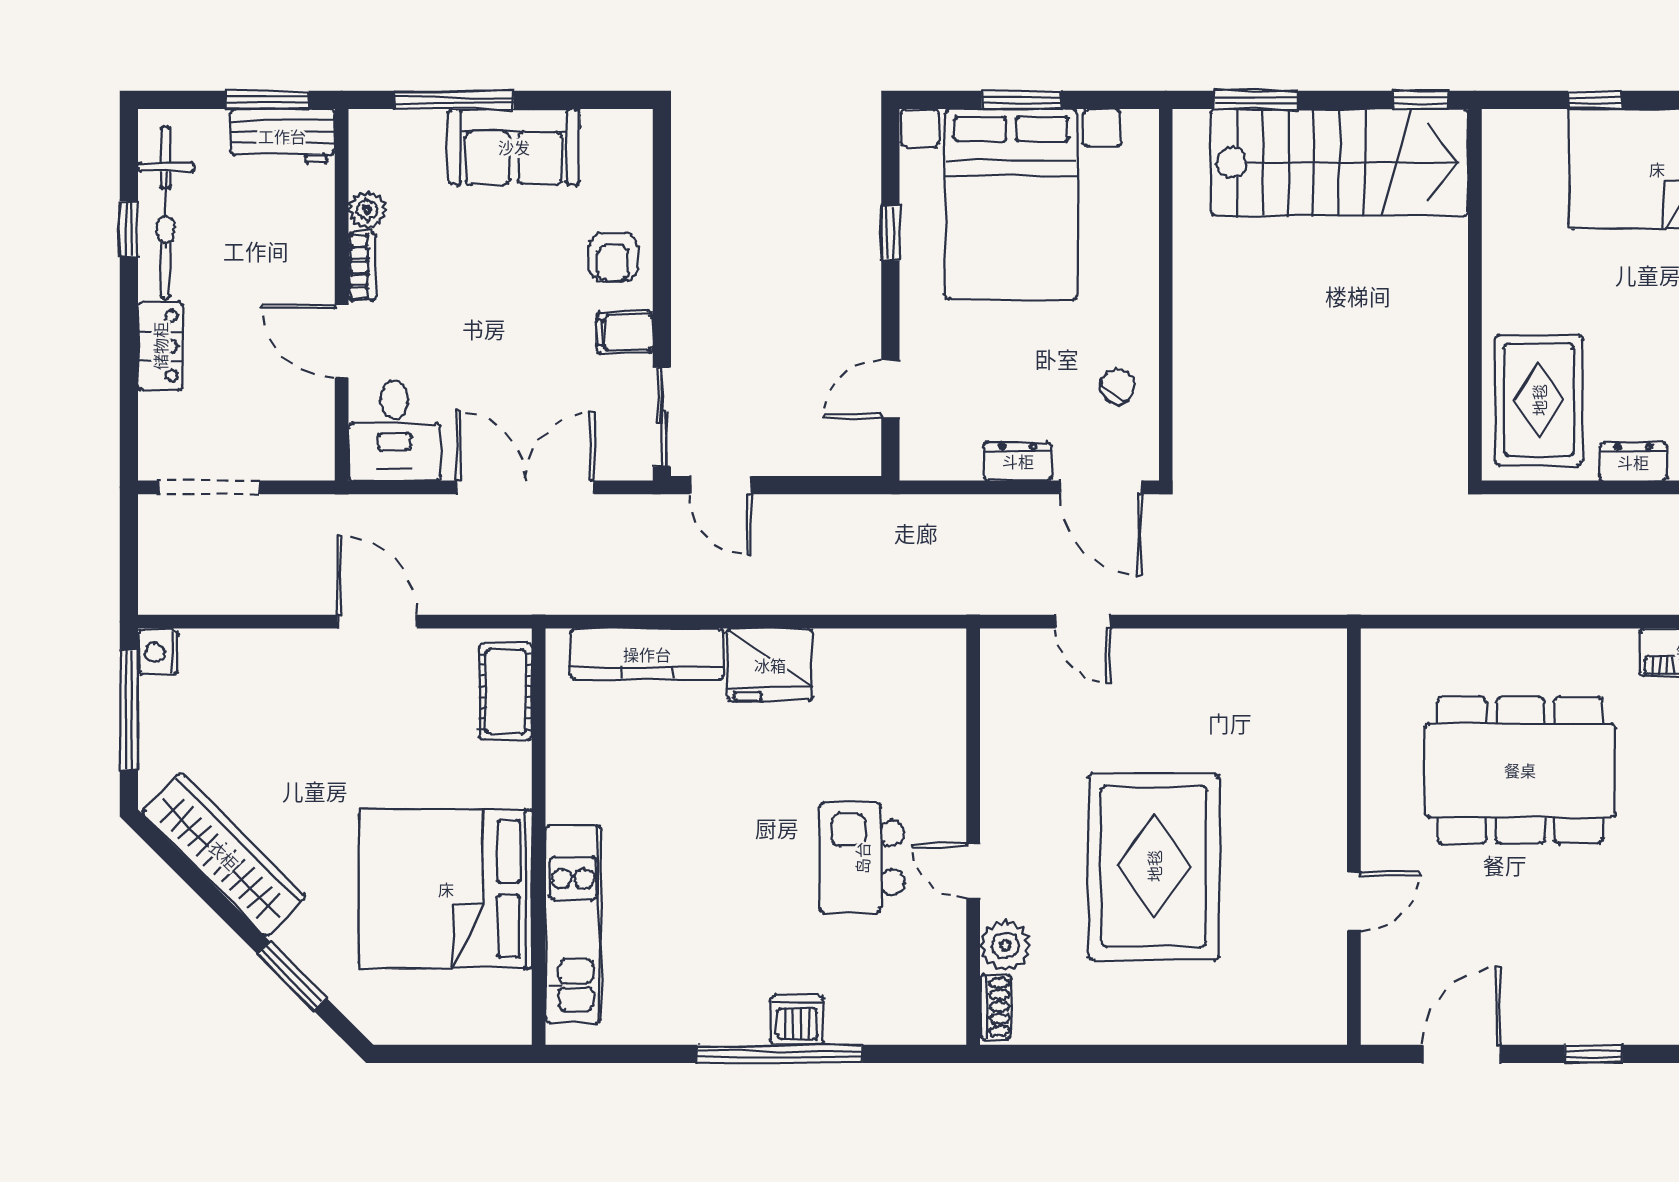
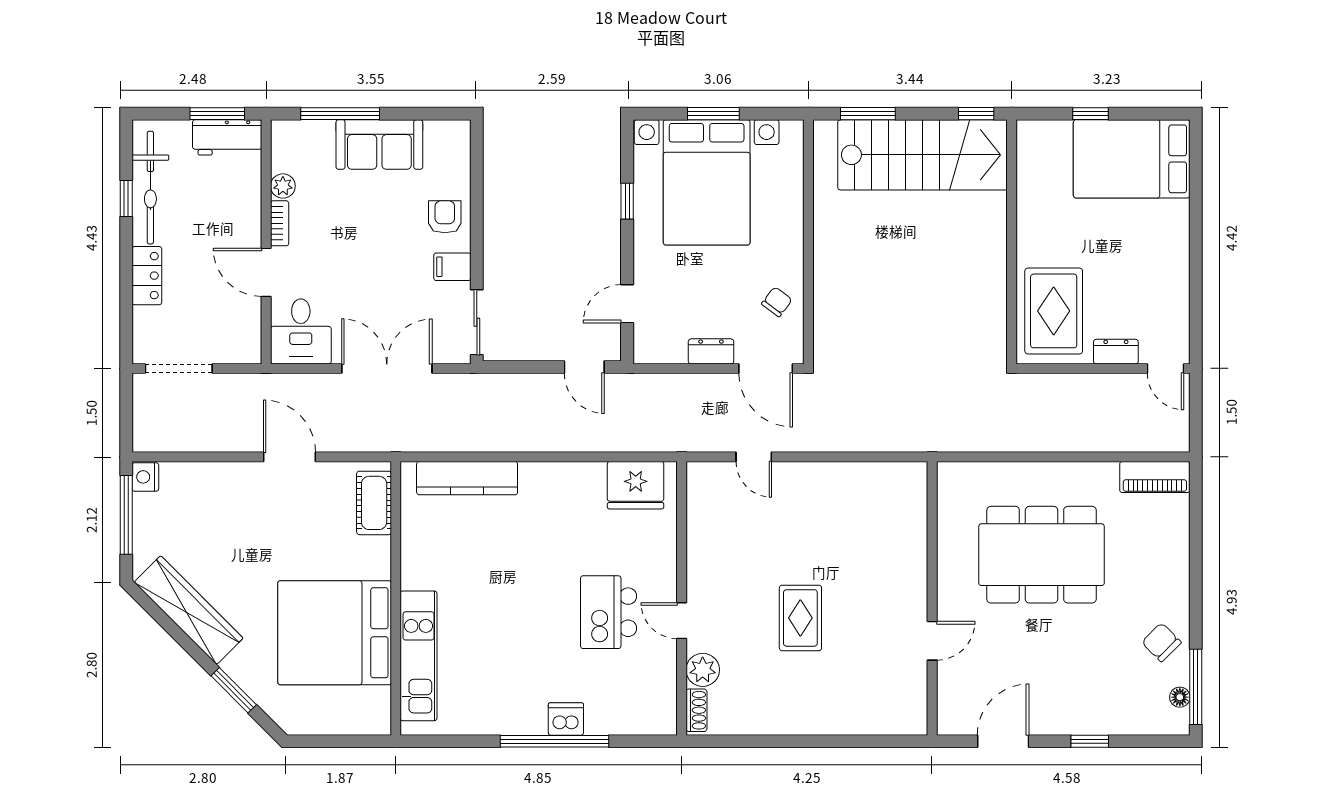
armchair: (613, 257) -> (445, 217), turned 180
door: (721, 485) -> (584, 367), moved
fridge: (770, 665) -> (636, 485), moved
rug: (1154, 866) -> (800, 618), width x0.54, depth x0.49

